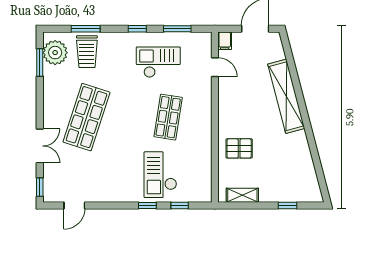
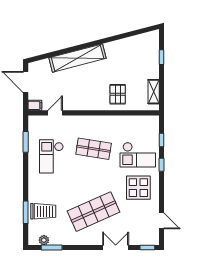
window: (137, 29) -> (26, 173), removed
plant: (55, 53) -> (44, 240), width x0.53, depth x0.53
shop shelf: (86, 117) -> (94, 212), turned -42
display table: (118, 175) -> (138, 188), added

